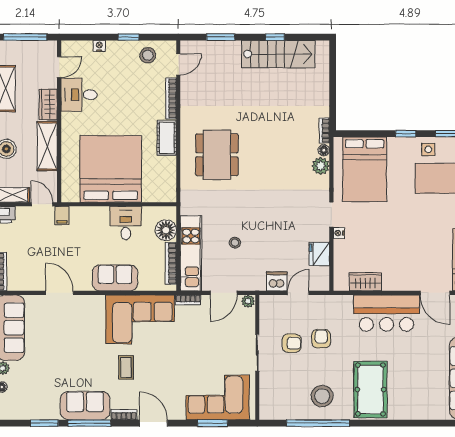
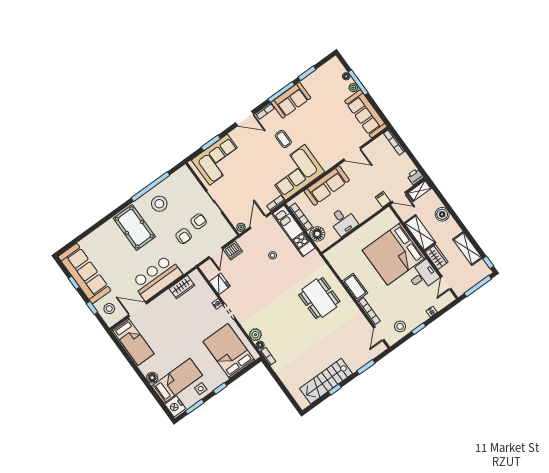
bed: (111, 169) -> (394, 254), moved, turned 90
sofa: (115, 278) -> (327, 186), width x1.36
armchair: (292, 343) -> (199, 221), turned 180

